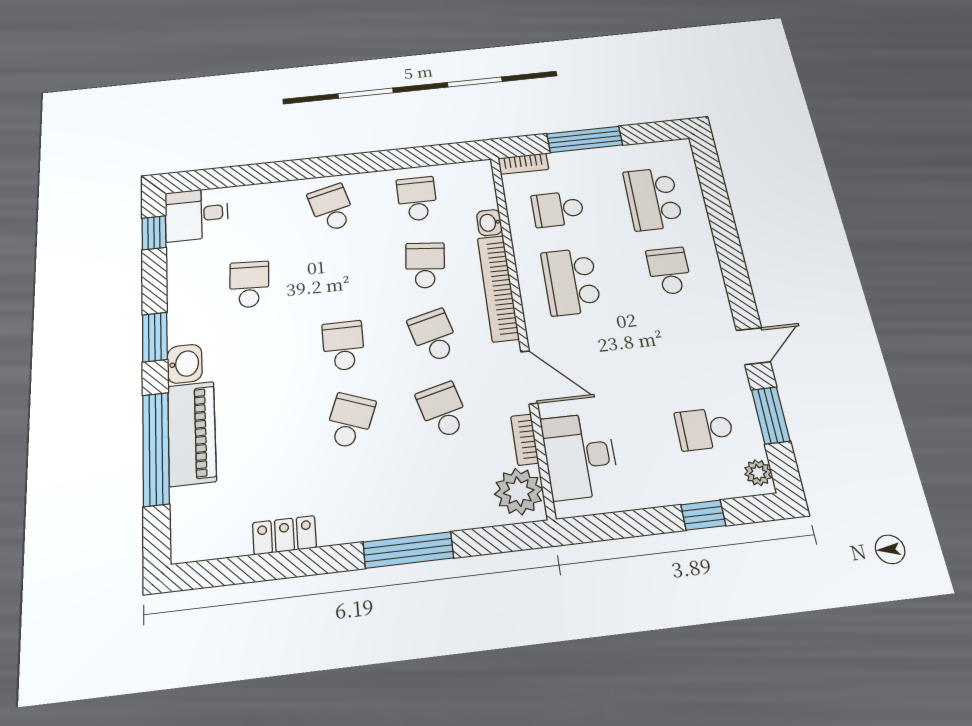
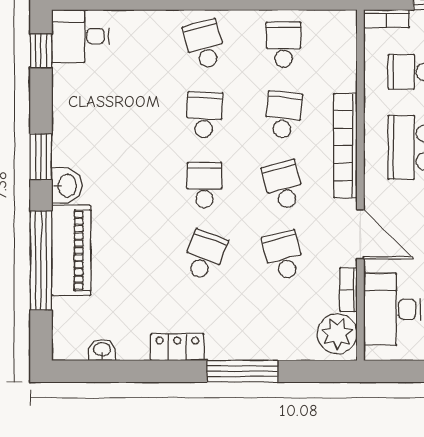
washbasin: (489, 223) -> (102, 350), moved, turned 90
school desk: (249, 284) -> (204, 115), moved
locker: (284, 535) -> (177, 347), moved

